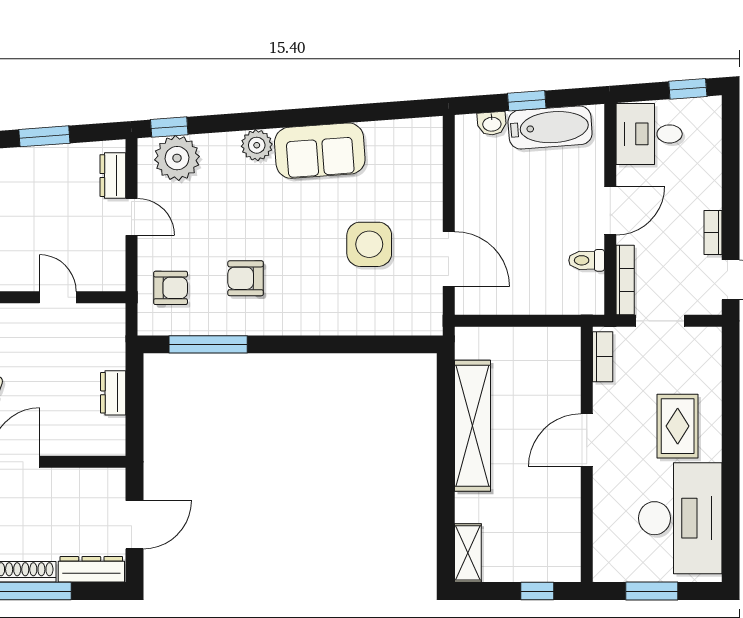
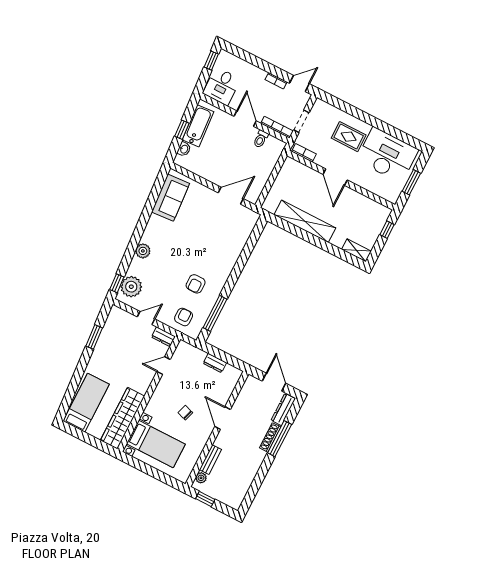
sofa: (320, 151) -> (171, 198), moved
dresser: (113, 176) -> (163, 337), moved
side table: (369, 244) -> (208, 225), removed

